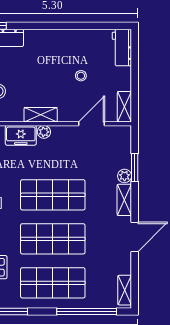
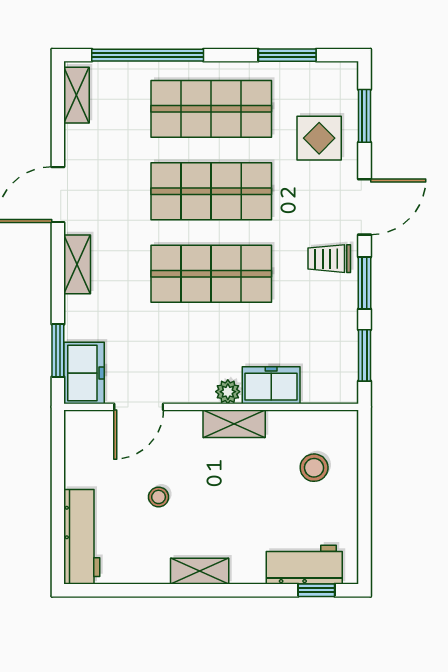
workbench: (122, 48) -> (82, 537), width x1.37
shelving: (124, 107) -> (200, 571), moved, turned 90
freezer: (121, 142) -> (84, 373), added
window: (135, 167) -> (58, 351), moved
plant: (125, 176) -> (77, 309), removed

